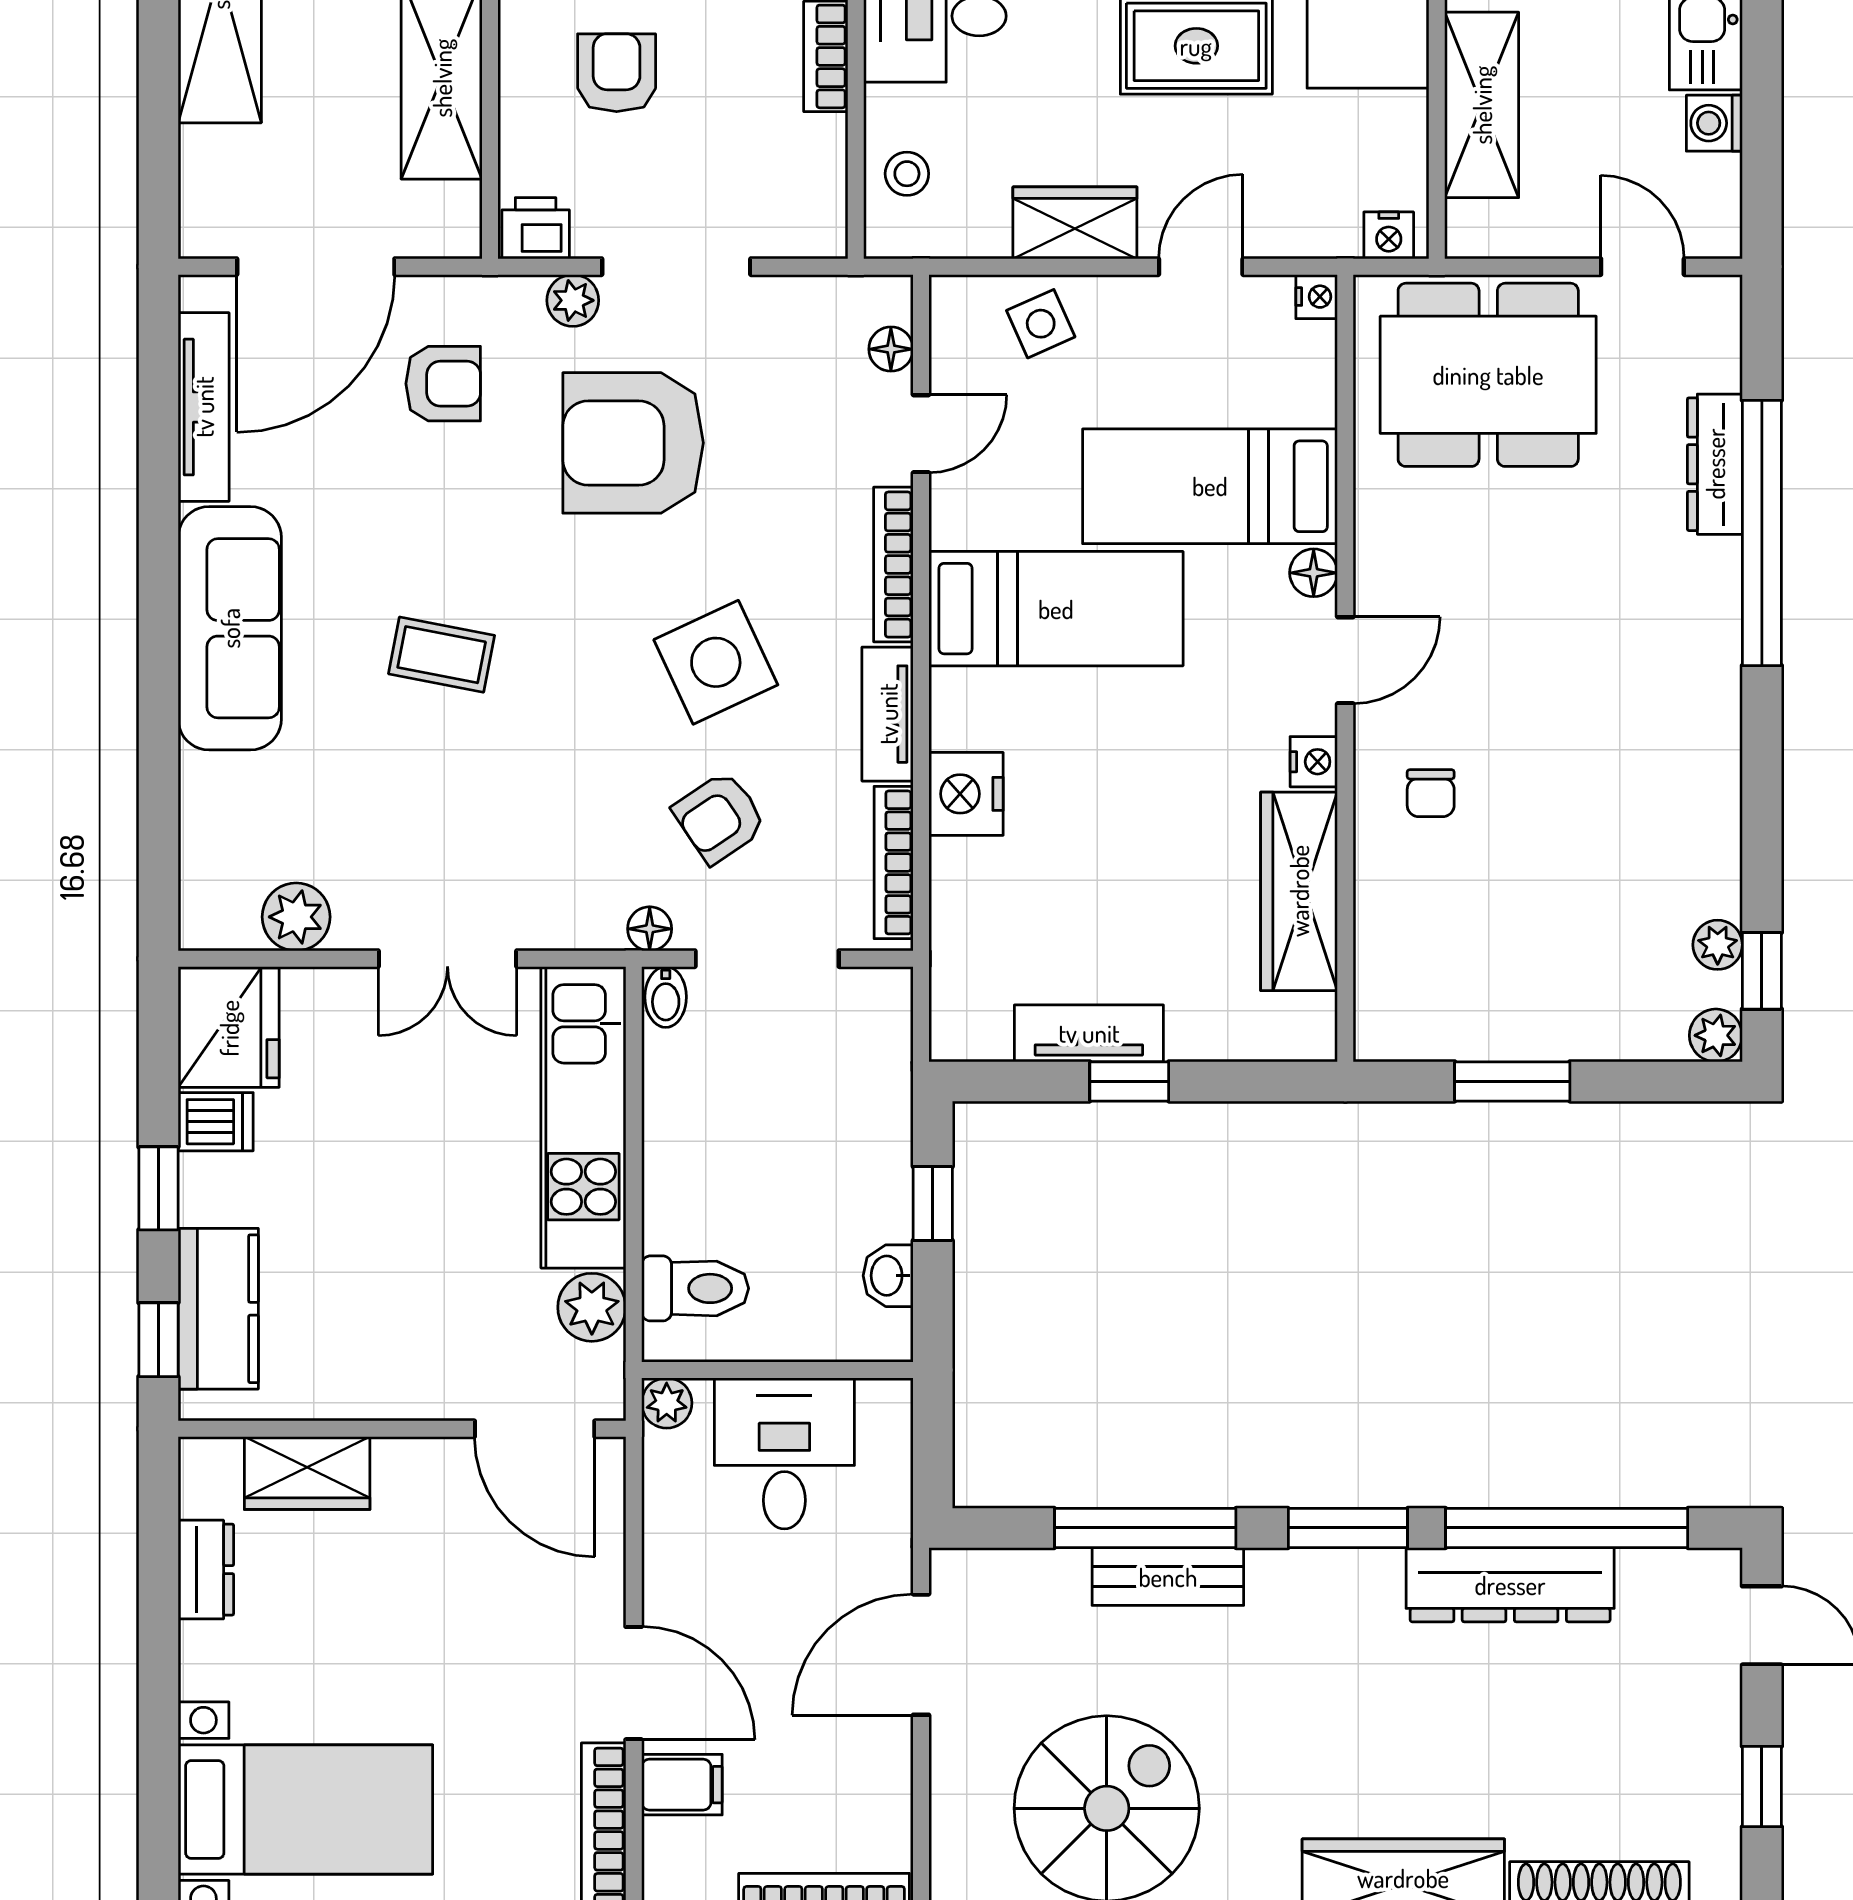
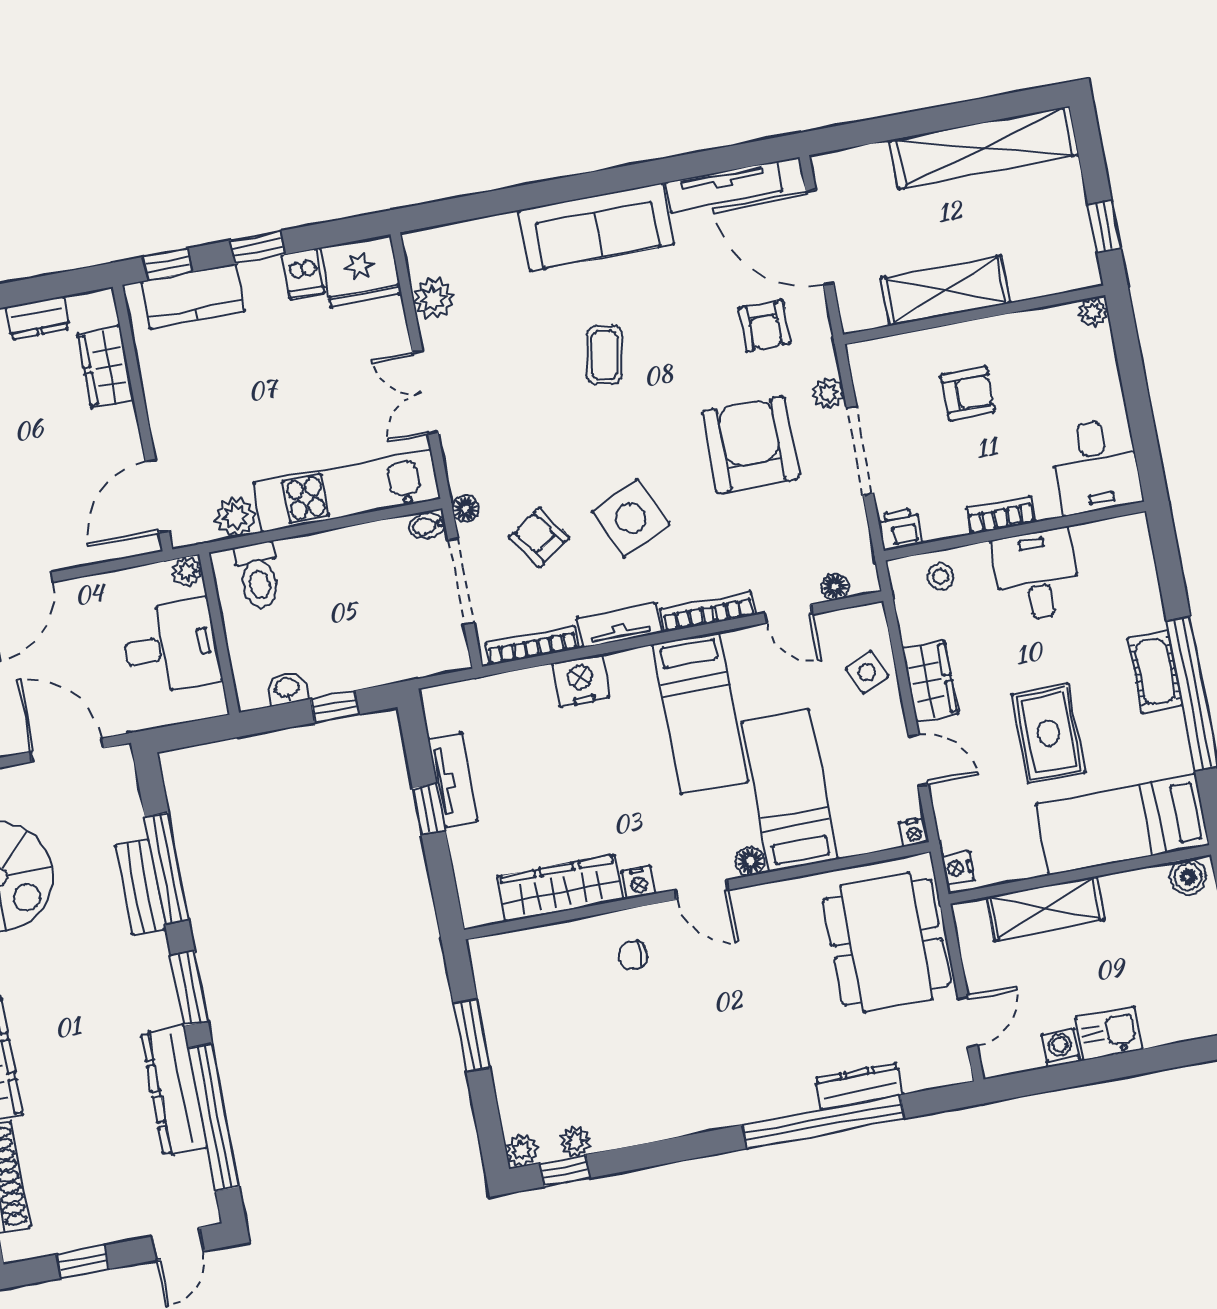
printer: (536, 228) -> (900, 529), moved, turned -90

